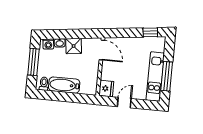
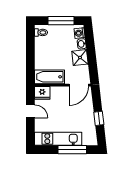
window: (150, 32) -> (99, 118), moved
window: (167, 76) -> (72, 150), moved
bathtub: (64, 85) -> (49, 77), moved, turned -90

